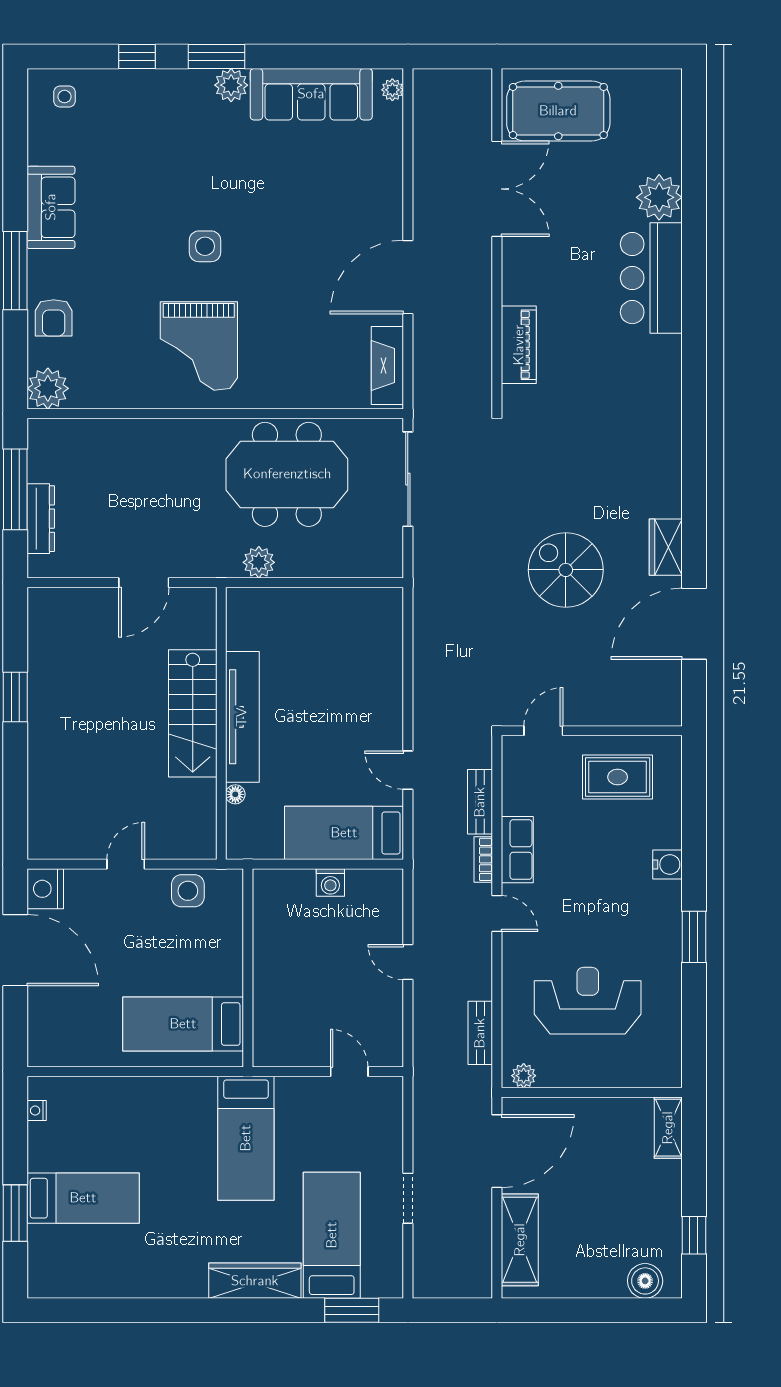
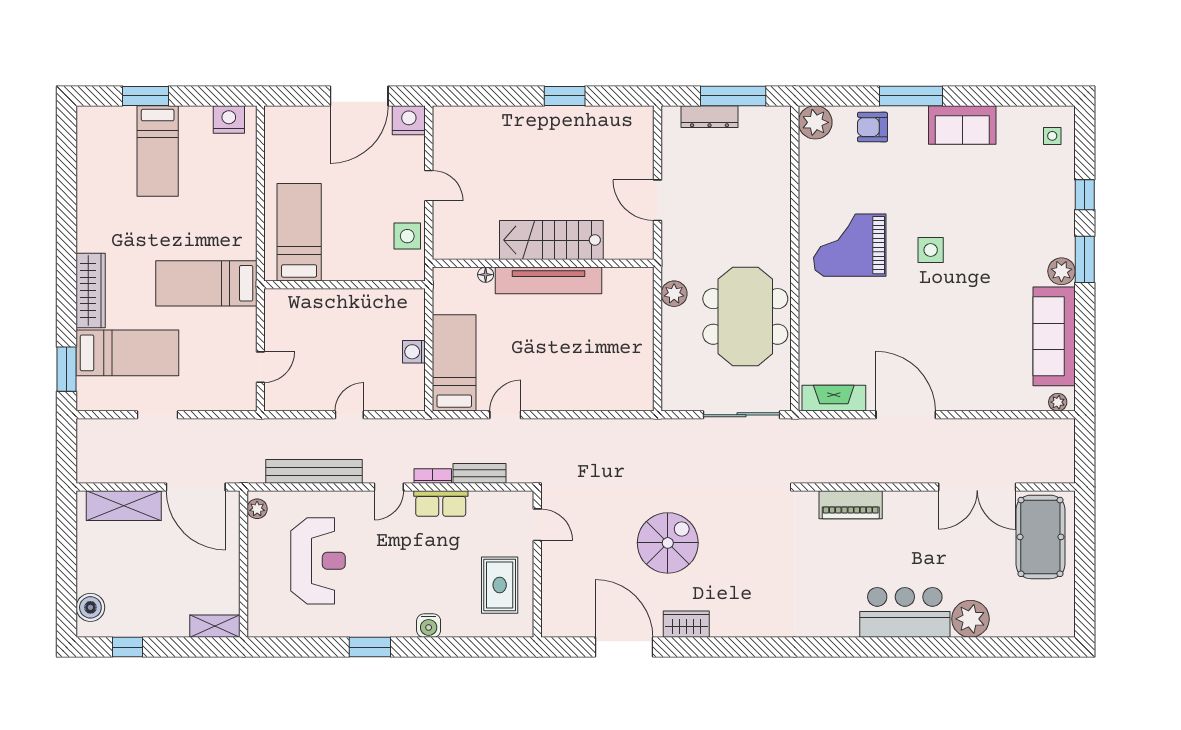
bench: (480, 1033) -> (314, 471), width x1.86, depth x1.21
nightstand: (37, 1111) -> (229, 119), width x1.89, depth x1.79

